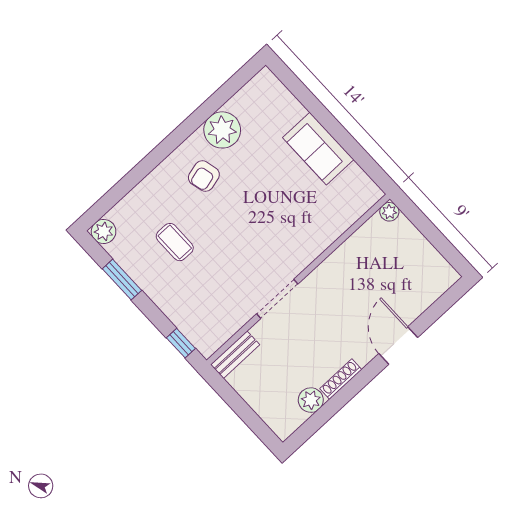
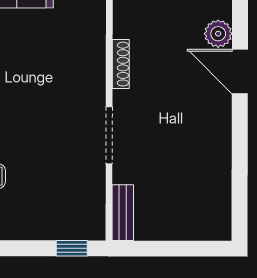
shoe rack: (341, 379) -> (121, 64), moved, turned 180
plant: (311, 400) -> (218, 34), moved

